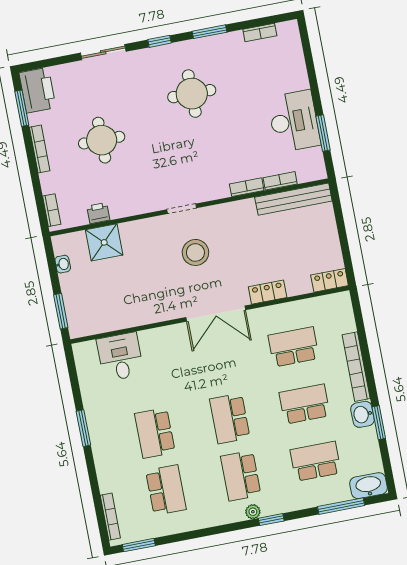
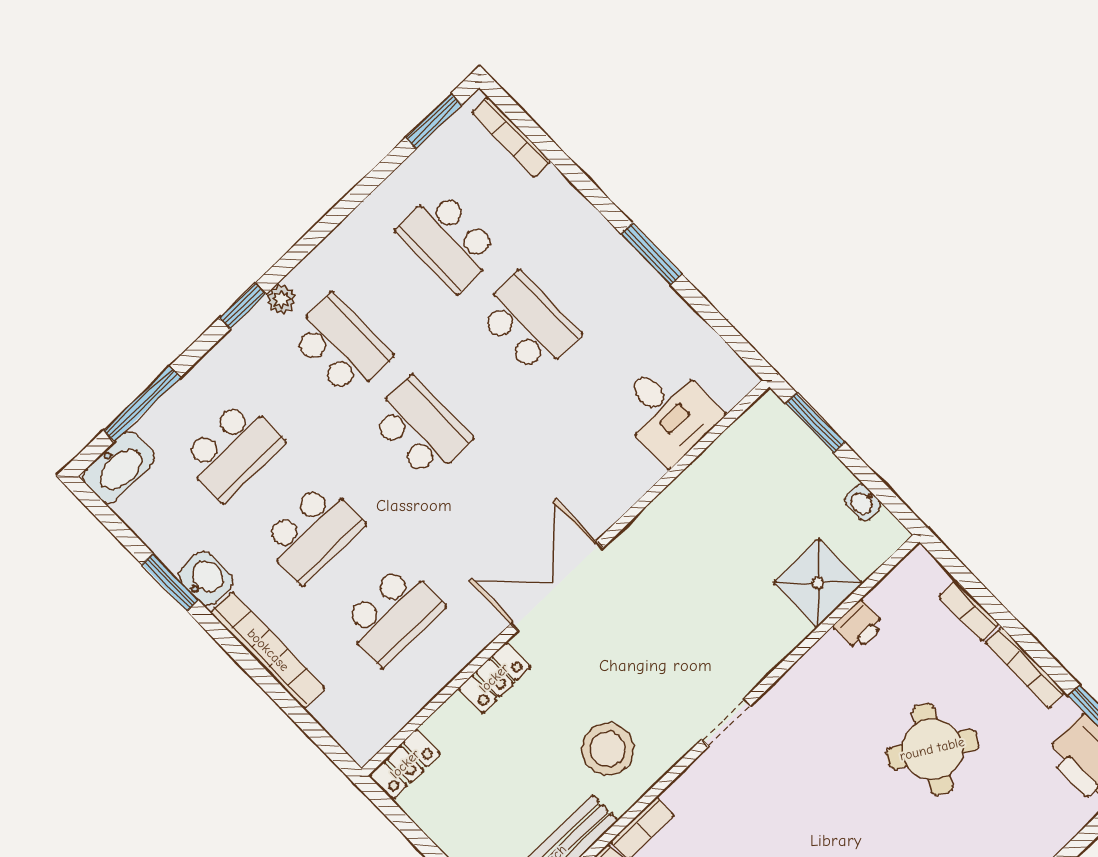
round table: (102, 140) -> (932, 749), turned 31
bookcase: (52, 210) -> (969, 610), moved
stool: (195, 252) -> (608, 749), moved

